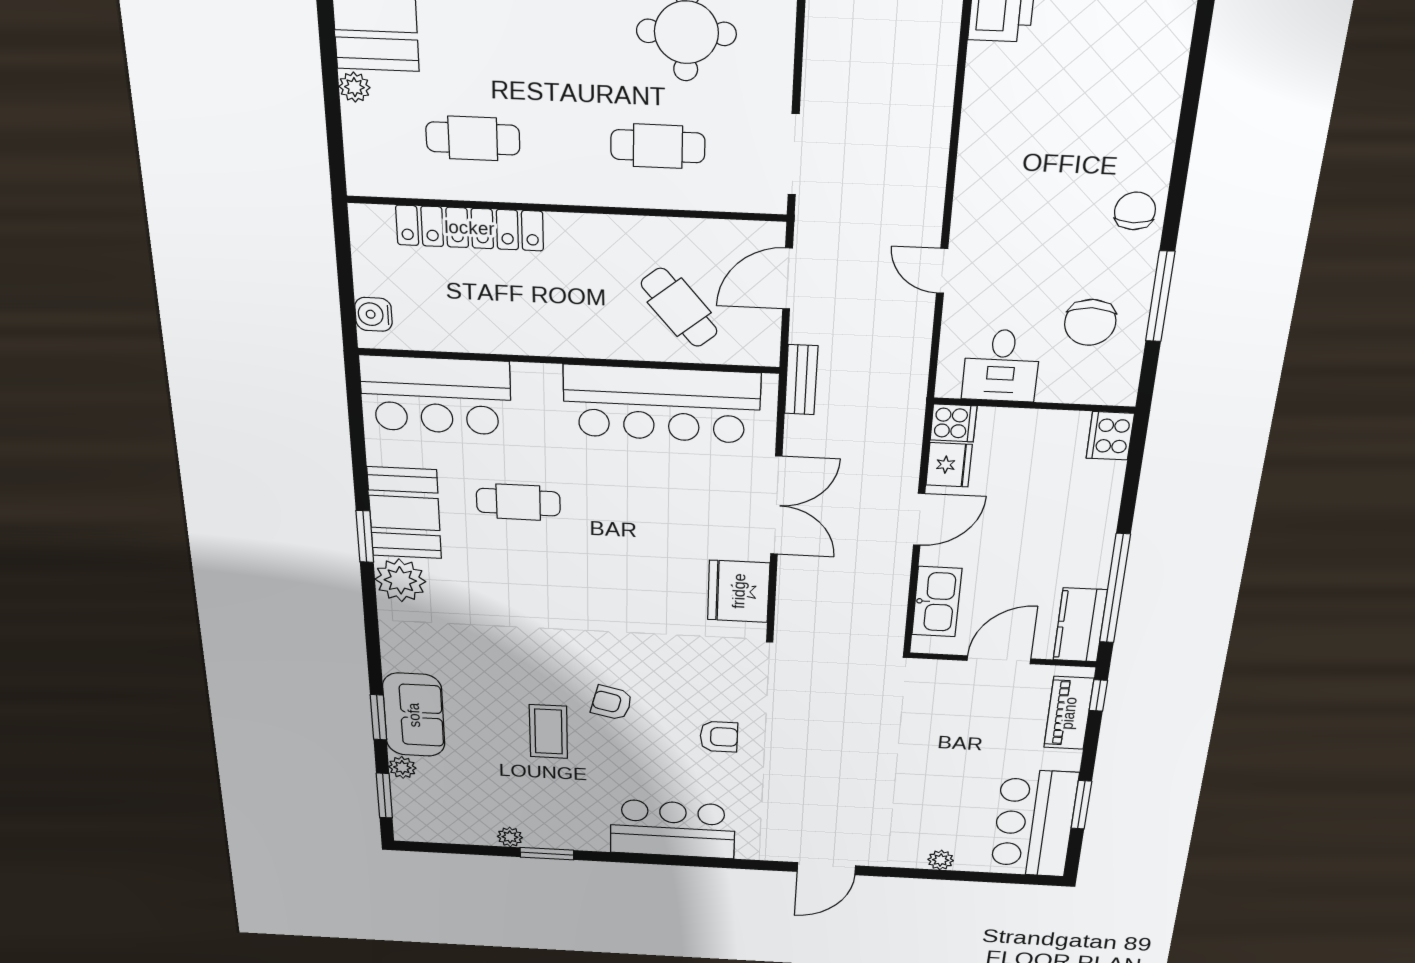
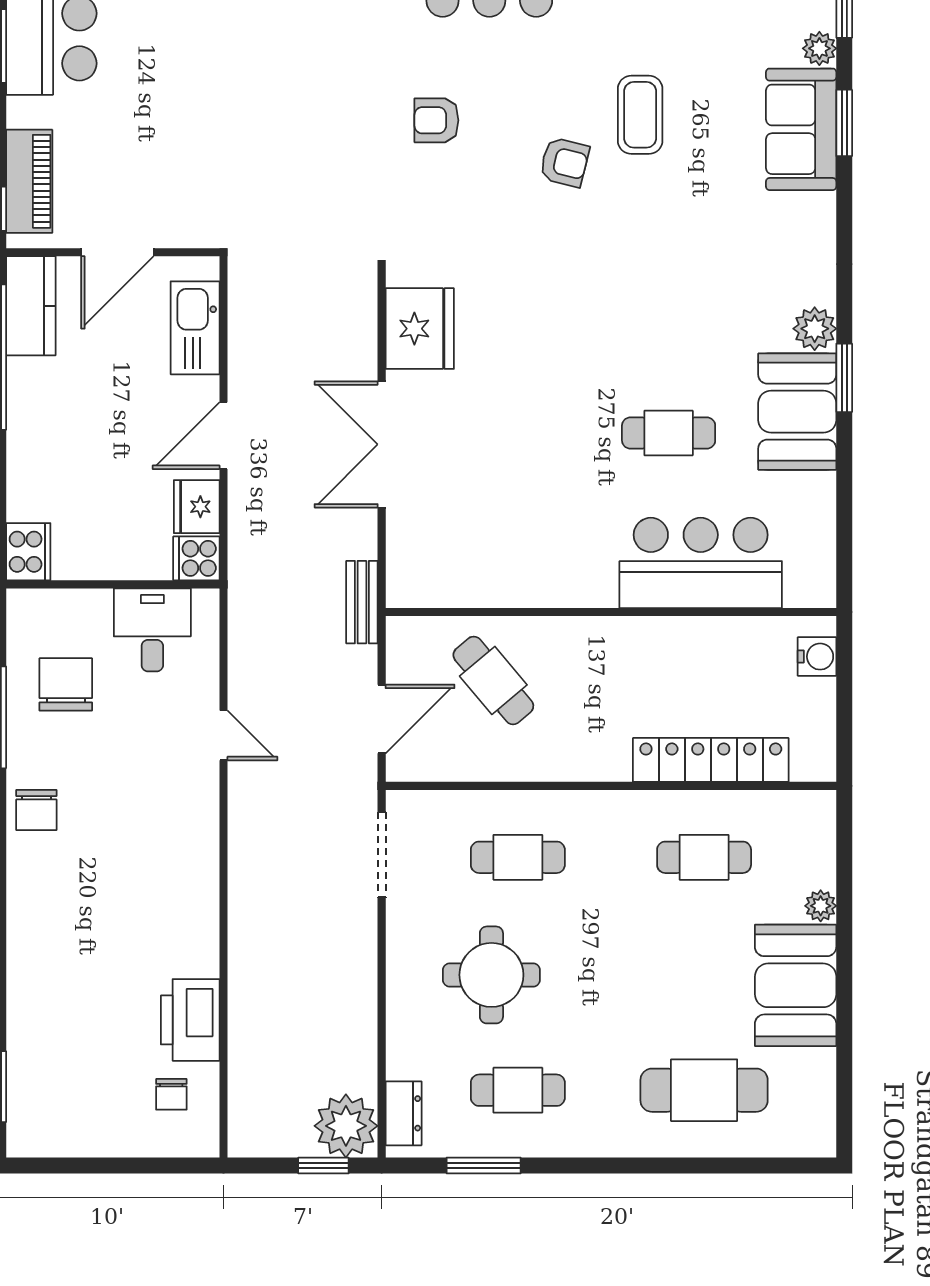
bar counter: (436, 395) -> (701, 563), moved
bar counter: (662, 404) -> (510, 565), removed
plant: (400, 580) -> (815, 329), width x0.73, depth x0.73

